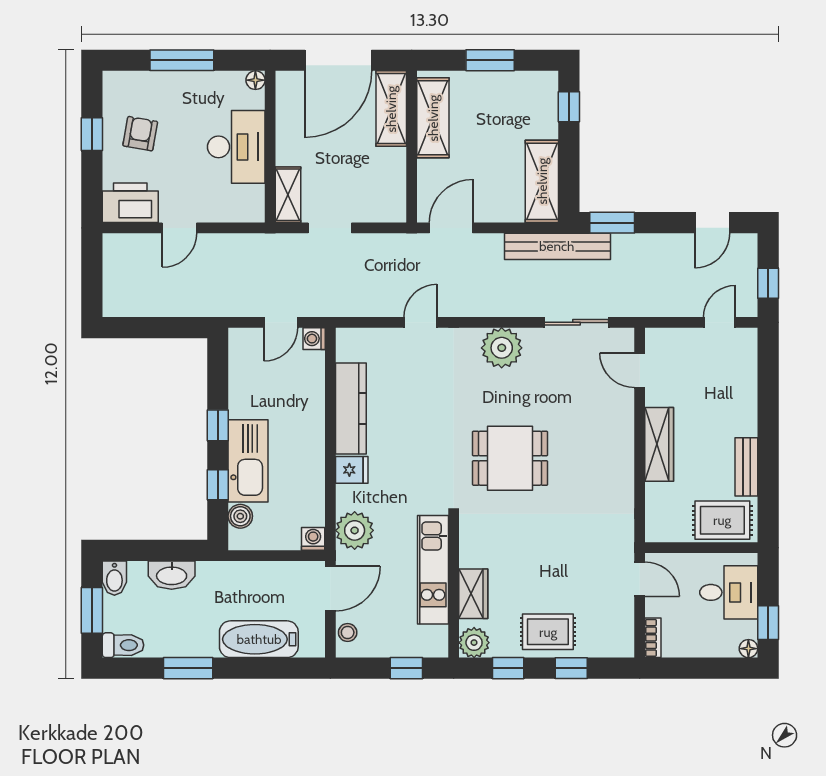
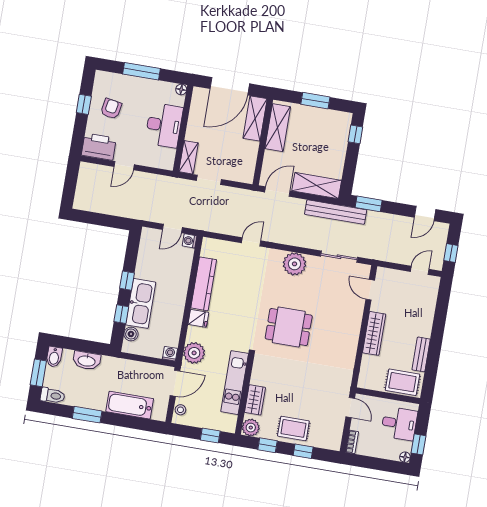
shelving: (542, 181) -> (317, 186), moved, turned 90

